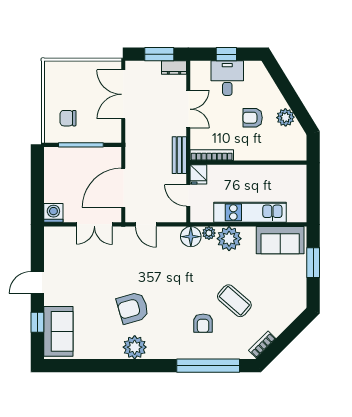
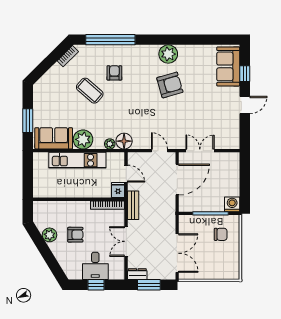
washing machine: (53, 213) -> (232, 204), moved, turned 180
plant: (229, 239) -> (83, 139), moved

